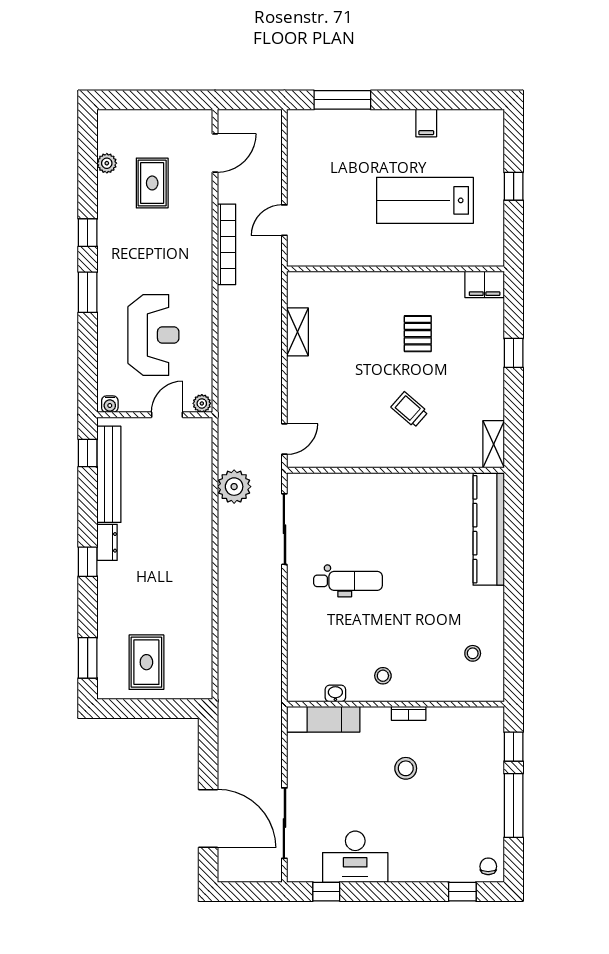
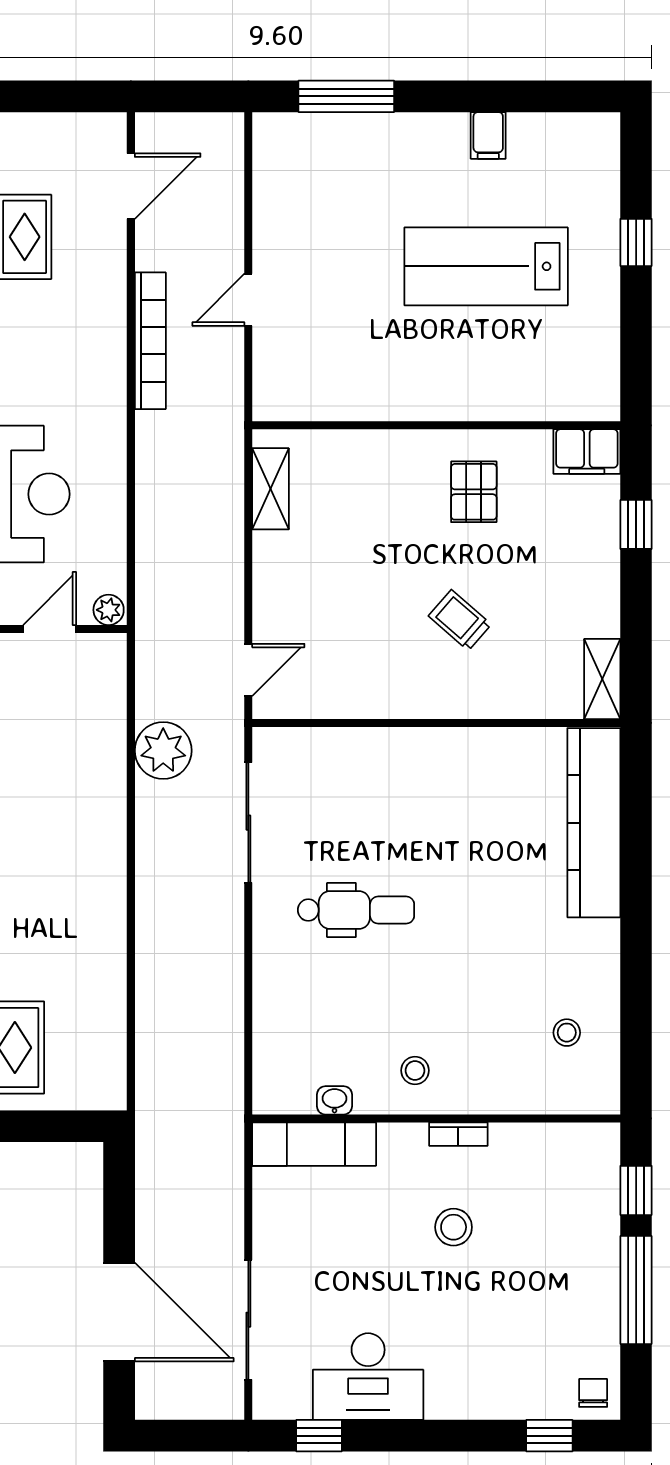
wall: (396, 269) -> (436, 425), moved
filing cabinet: (485, 284) -> (587, 452), moved

